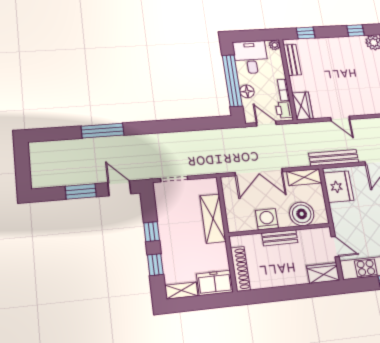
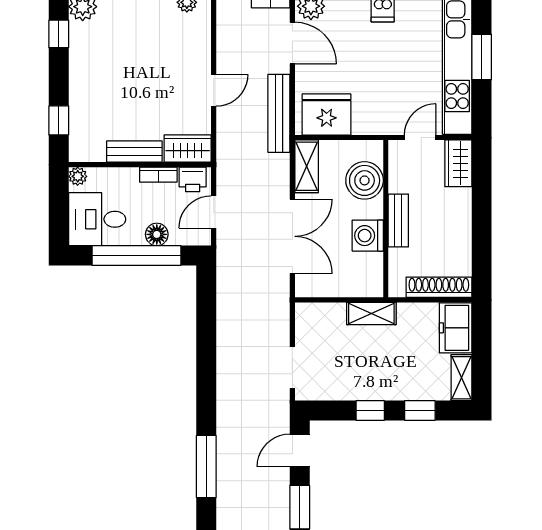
bench: (292, 60) -> (134, 152), moved
shelving: (213, 219) -> (371, 313), width x0.67, depth x0.75

